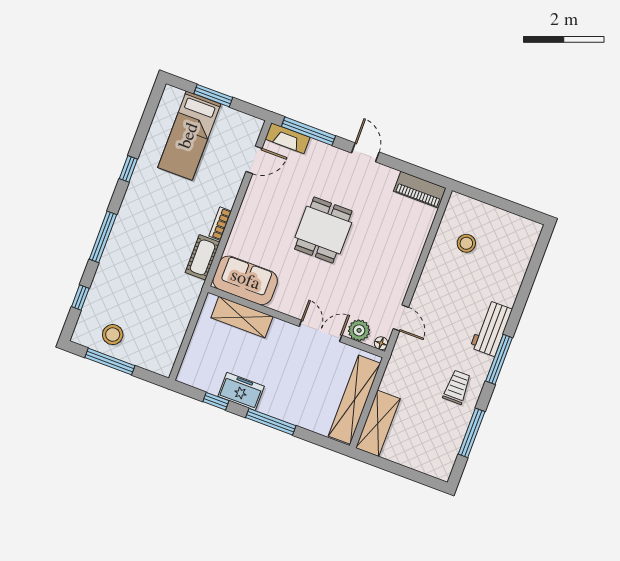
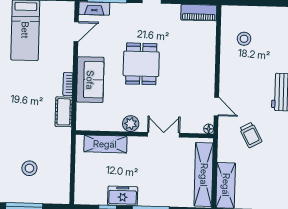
sofa: (245, 280) -> (90, 80), moved, turned 90
plant: (359, 330) -> (131, 124), moved
stool: (113, 335) -> (29, 168), moved
trolley: (457, 387) -> (251, 135), moved, turned 152

